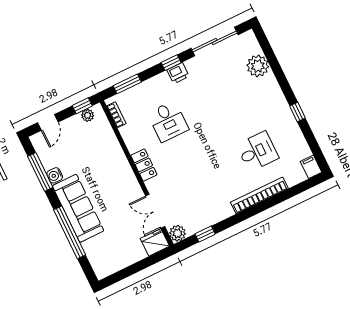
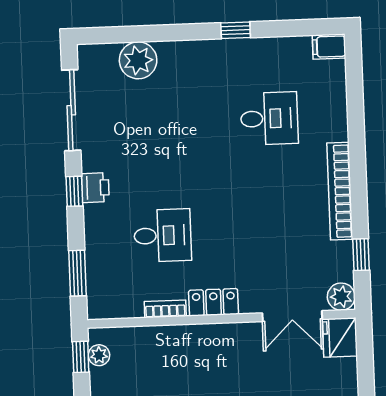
bookcase: (116, 115) -> (165, 309), moved
desk: (257, 151) -> (269, 118), turned 90
bookcase: (259, 195) -> (340, 191), moved

